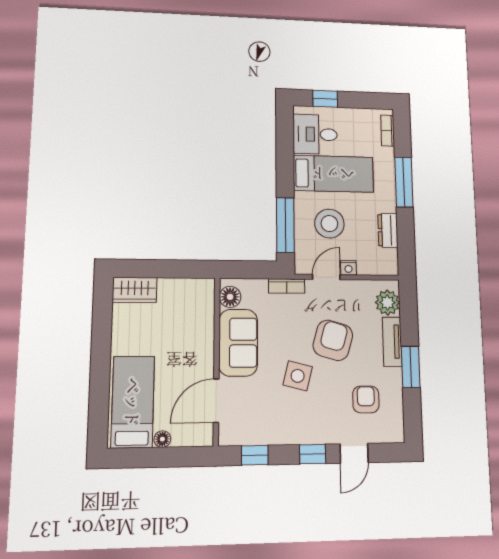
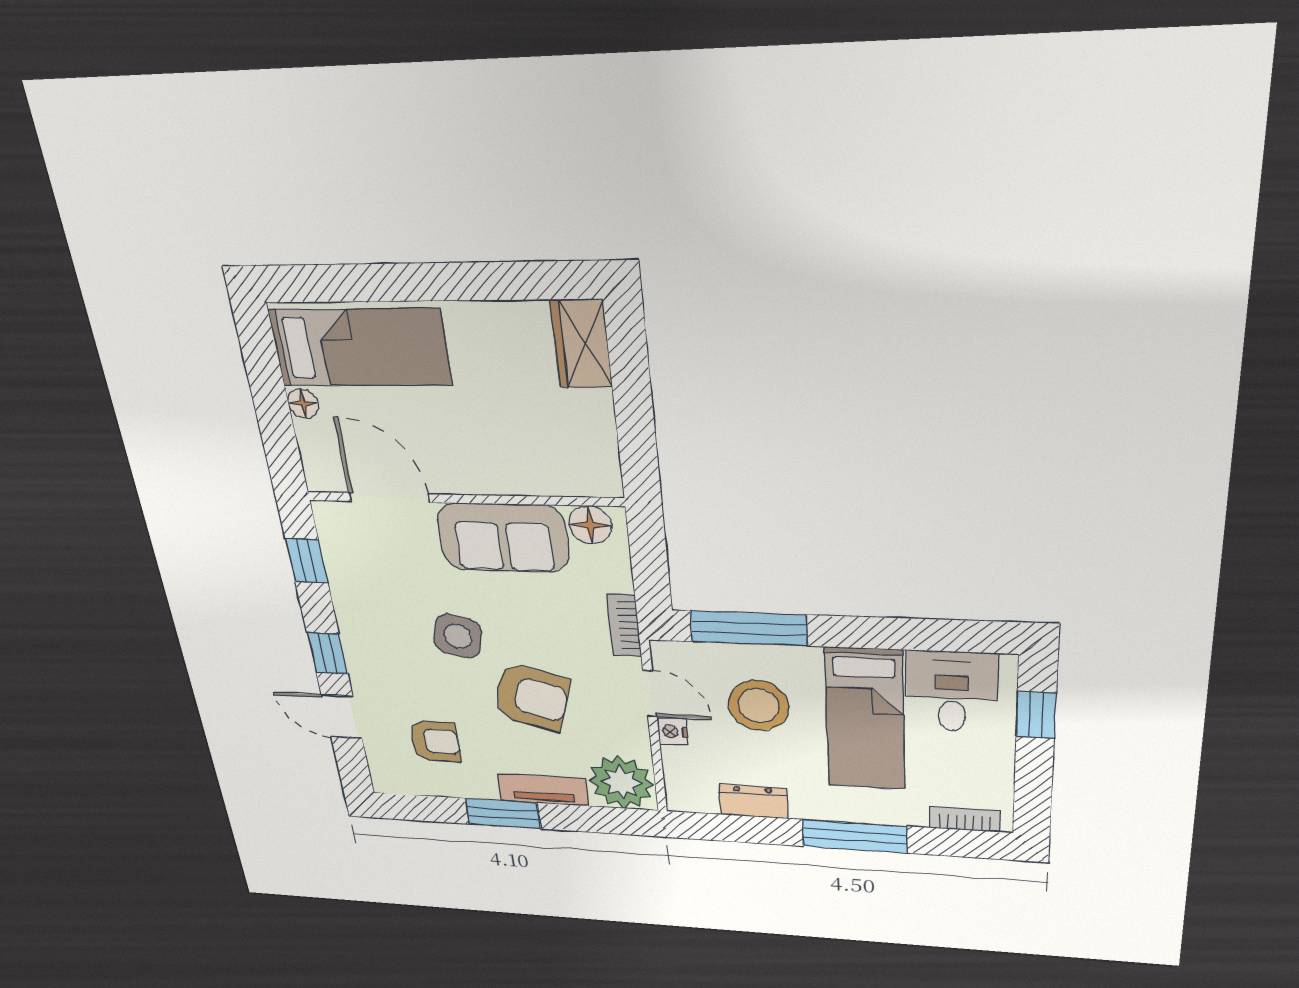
plant: (387, 303) -> (621, 782), width x1.36, depth x1.36

